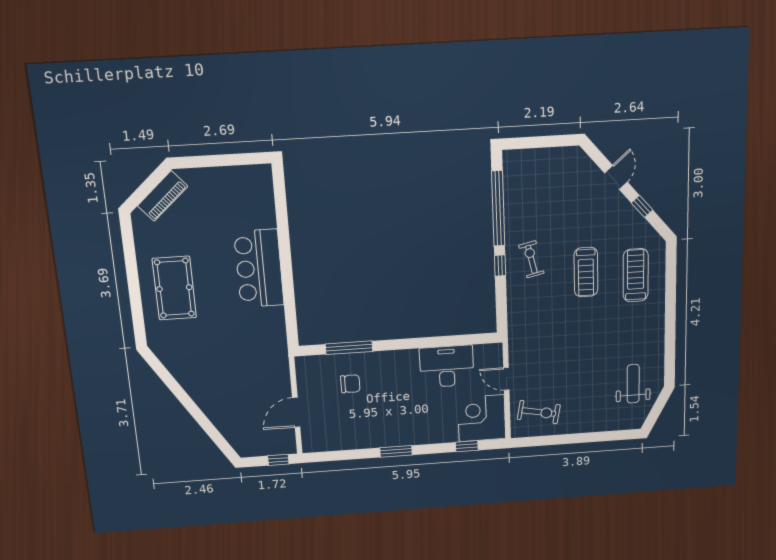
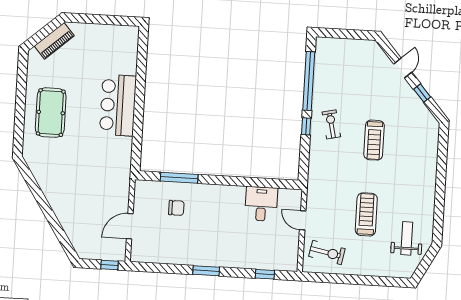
treadmill: (636, 275) -> (366, 214), moved
desk: (447, 366) -> (261, 204), width x0.73
corner desk: (482, 418) -> (279, 251), removed

